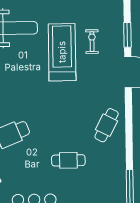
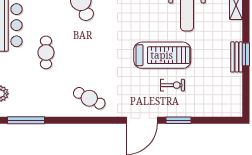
cafe table: (68, 160) -> (46, 52), moved

